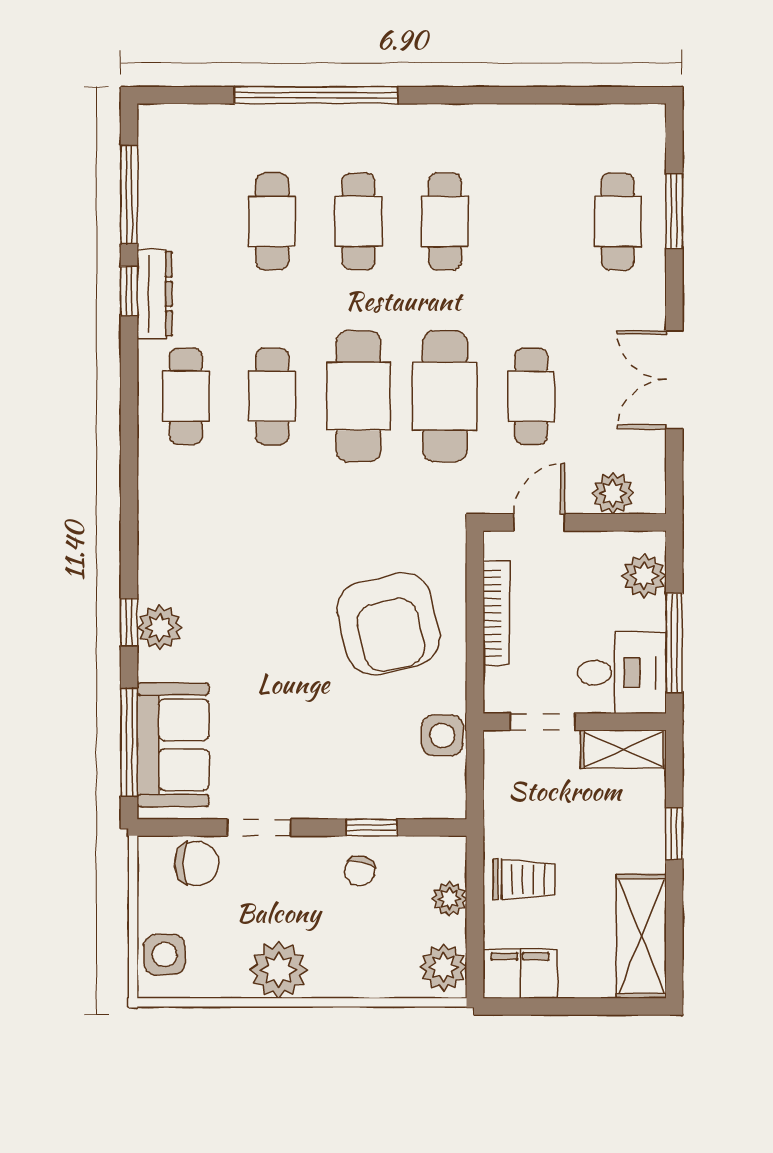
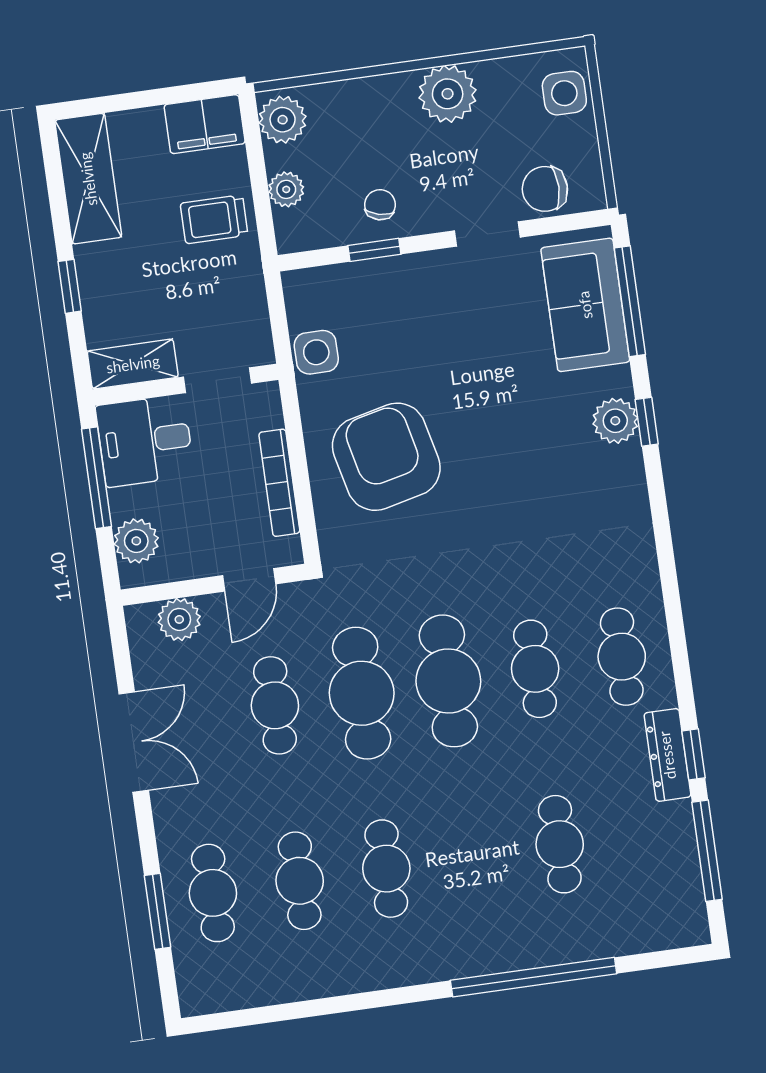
cafe table: (358, 221) -> (300, 881), moved

